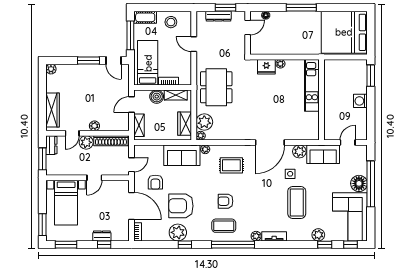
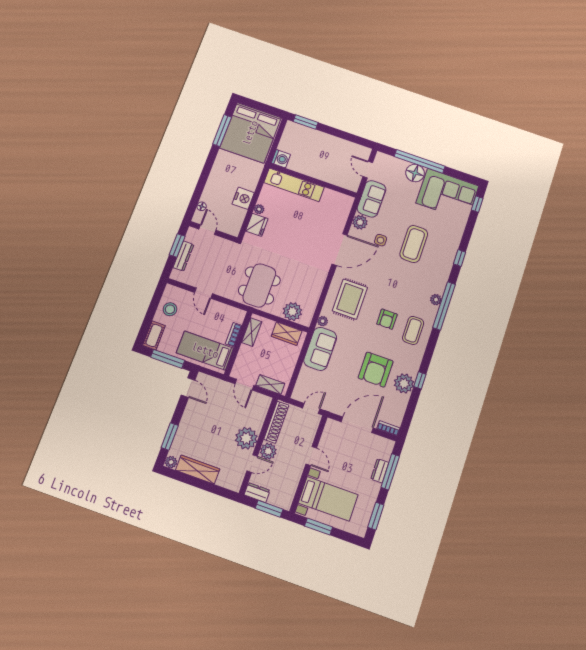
window: (301, 8) -> (222, 130), moved
door: (194, 44) -> (204, 293), hinge flipped
nightstand: (285, 47) -> (243, 198), added
window: (89, 60) -> (170, 437), moved
door: (113, 60) -> (188, 388), hinge flipped
dining table: (216, 87) -> (259, 285), turned 90
boiler: (157, 97) -> (246, 354), removed
washing machine: (360, 101) -> (281, 159), moved, turned -90
wardrobe: (53, 110) -> (198, 470), moved
plant: (94, 126) -> (246, 438), width x1.88, depth x1.88
door: (72, 133) -> (252, 464), hinge flipped
plant: (201, 136) -> (306, 321), removed
door: (270, 143) -> (340, 250), hinge flipped
door: (132, 165) -> (311, 408), hinge flipped
rug: (231, 165) -> (350, 299), width x1.36, depth x1.43
armchair: (155, 182) -> (340, 389), removed
coffee table: (297, 202) -> (414, 244), turned 90
window: (42, 225) -> (319, 527), moved
plant: (318, 235) -> (456, 234), removed
tv unit: (274, 236) -> (442, 281), removed
window: (104, 245) -> (390, 472), width x2.17
window: (233, 245) -> (444, 306), moved
window: (325, 245) -> (460, 258), moved

